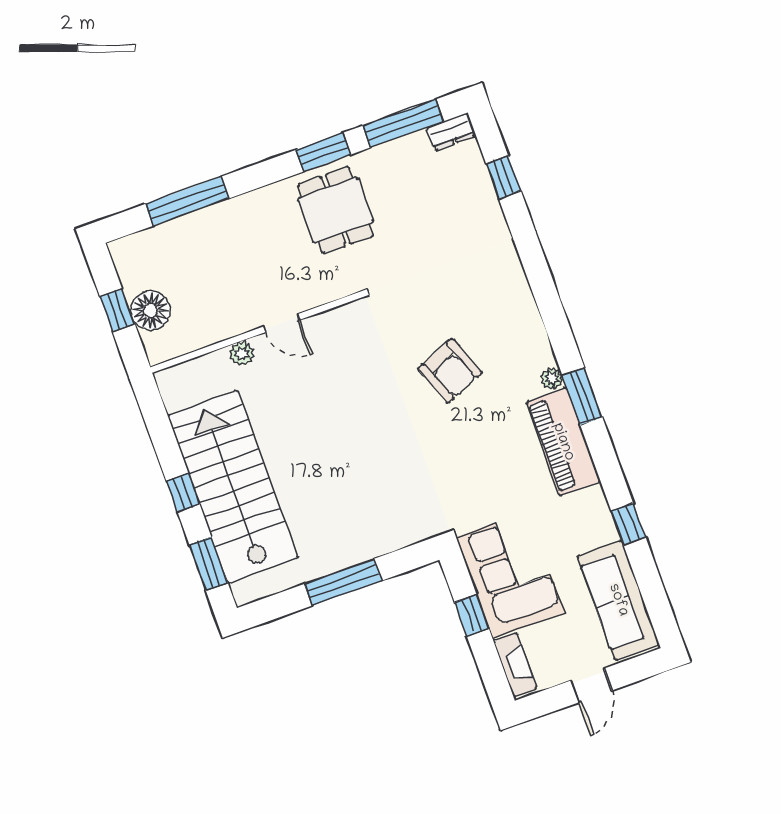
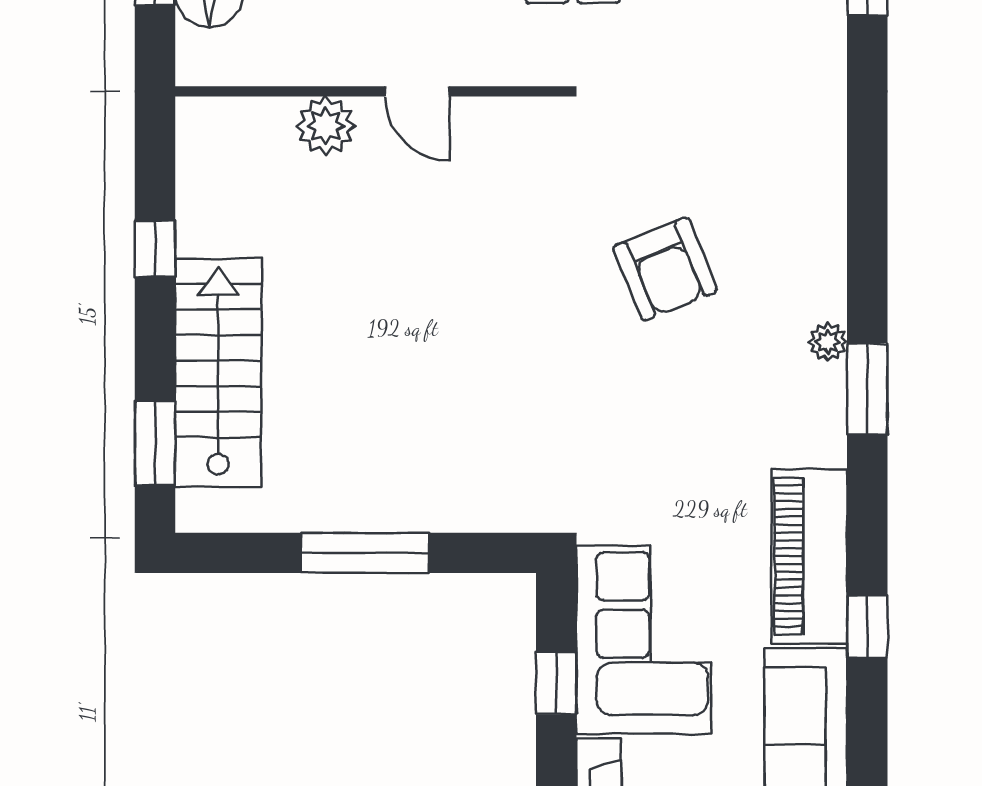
plant: (242, 354) -> (326, 126), width x1.38, depth x1.38
piano: (563, 442) -> (809, 556), moved
stairs: (233, 487) -> (218, 373), width x0.73, depth x0.66
window: (183, 493) -> (155, 249), moved

